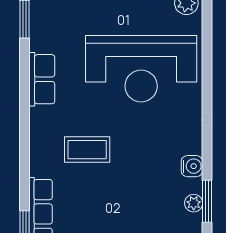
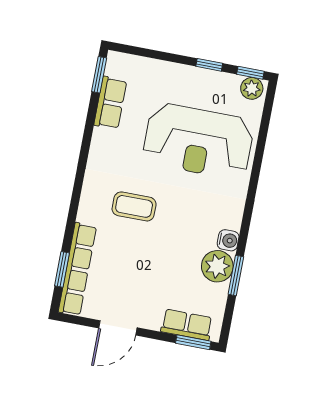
row of seats: (42, 79) -> (110, 103), moved
plant: (194, 203) -> (217, 266), width x1.88, depth x1.88

